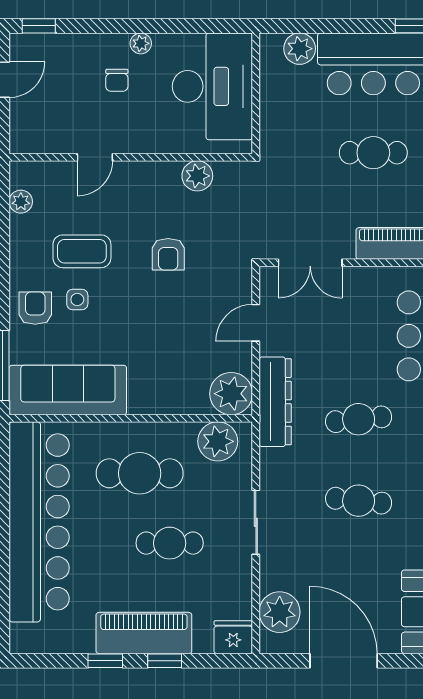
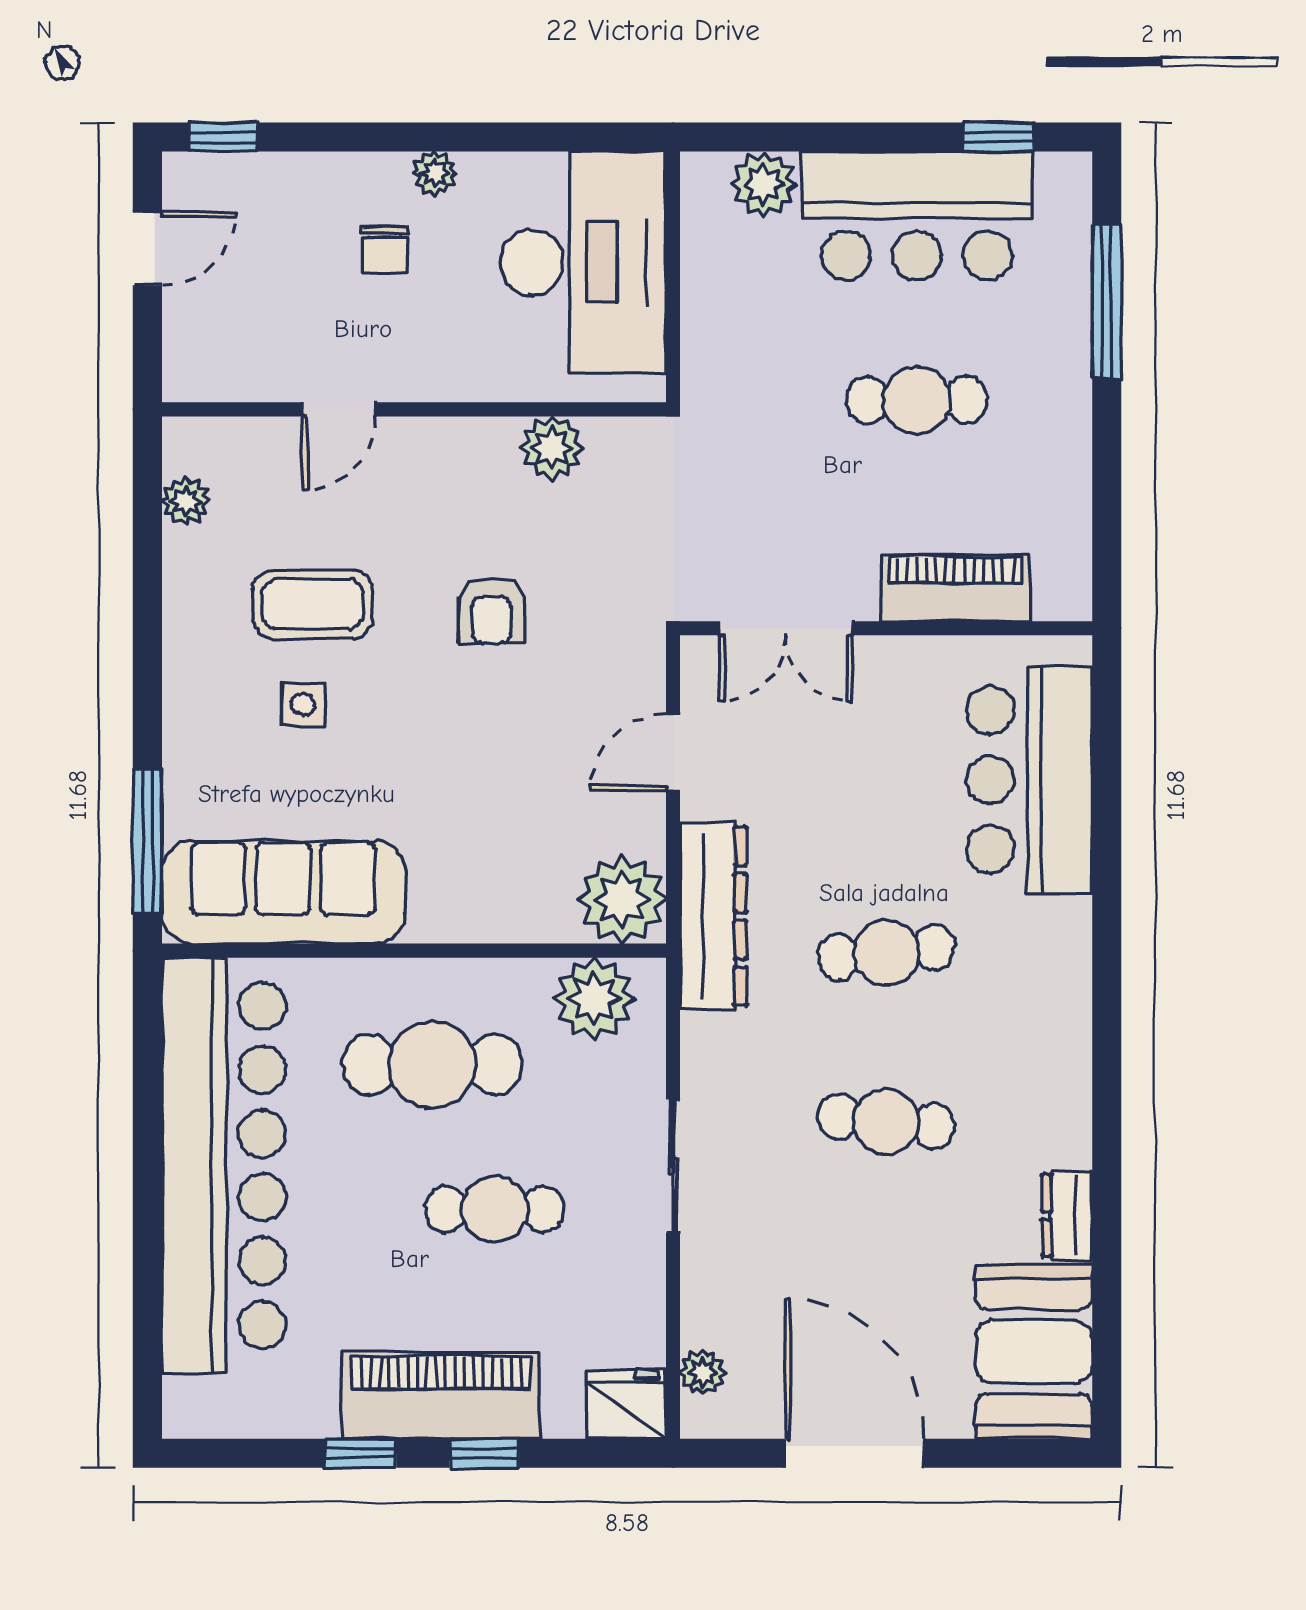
armchair: (35, 308) -> (216, 722), removed
plant: (280, 612) -> (703, 1372), width x0.53, depth x0.53

